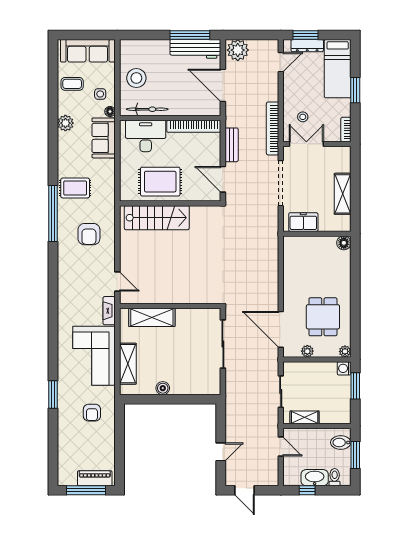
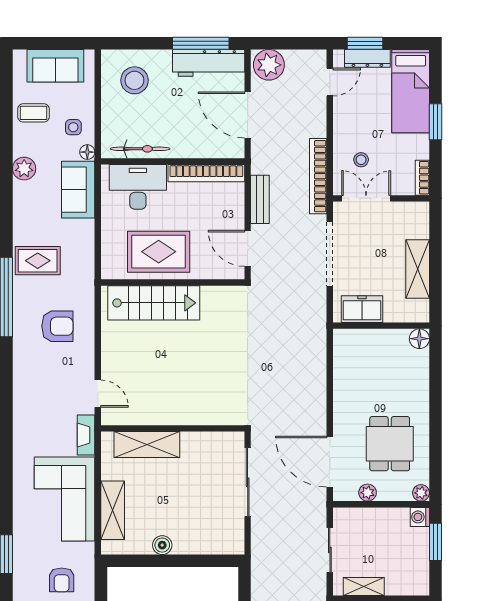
sofa: (88, 51) -> (55, 66), width x0.73
stool: (136, 78) -> (134, 80), moved
armchair: (89, 234) -> (57, 326), turned -90

